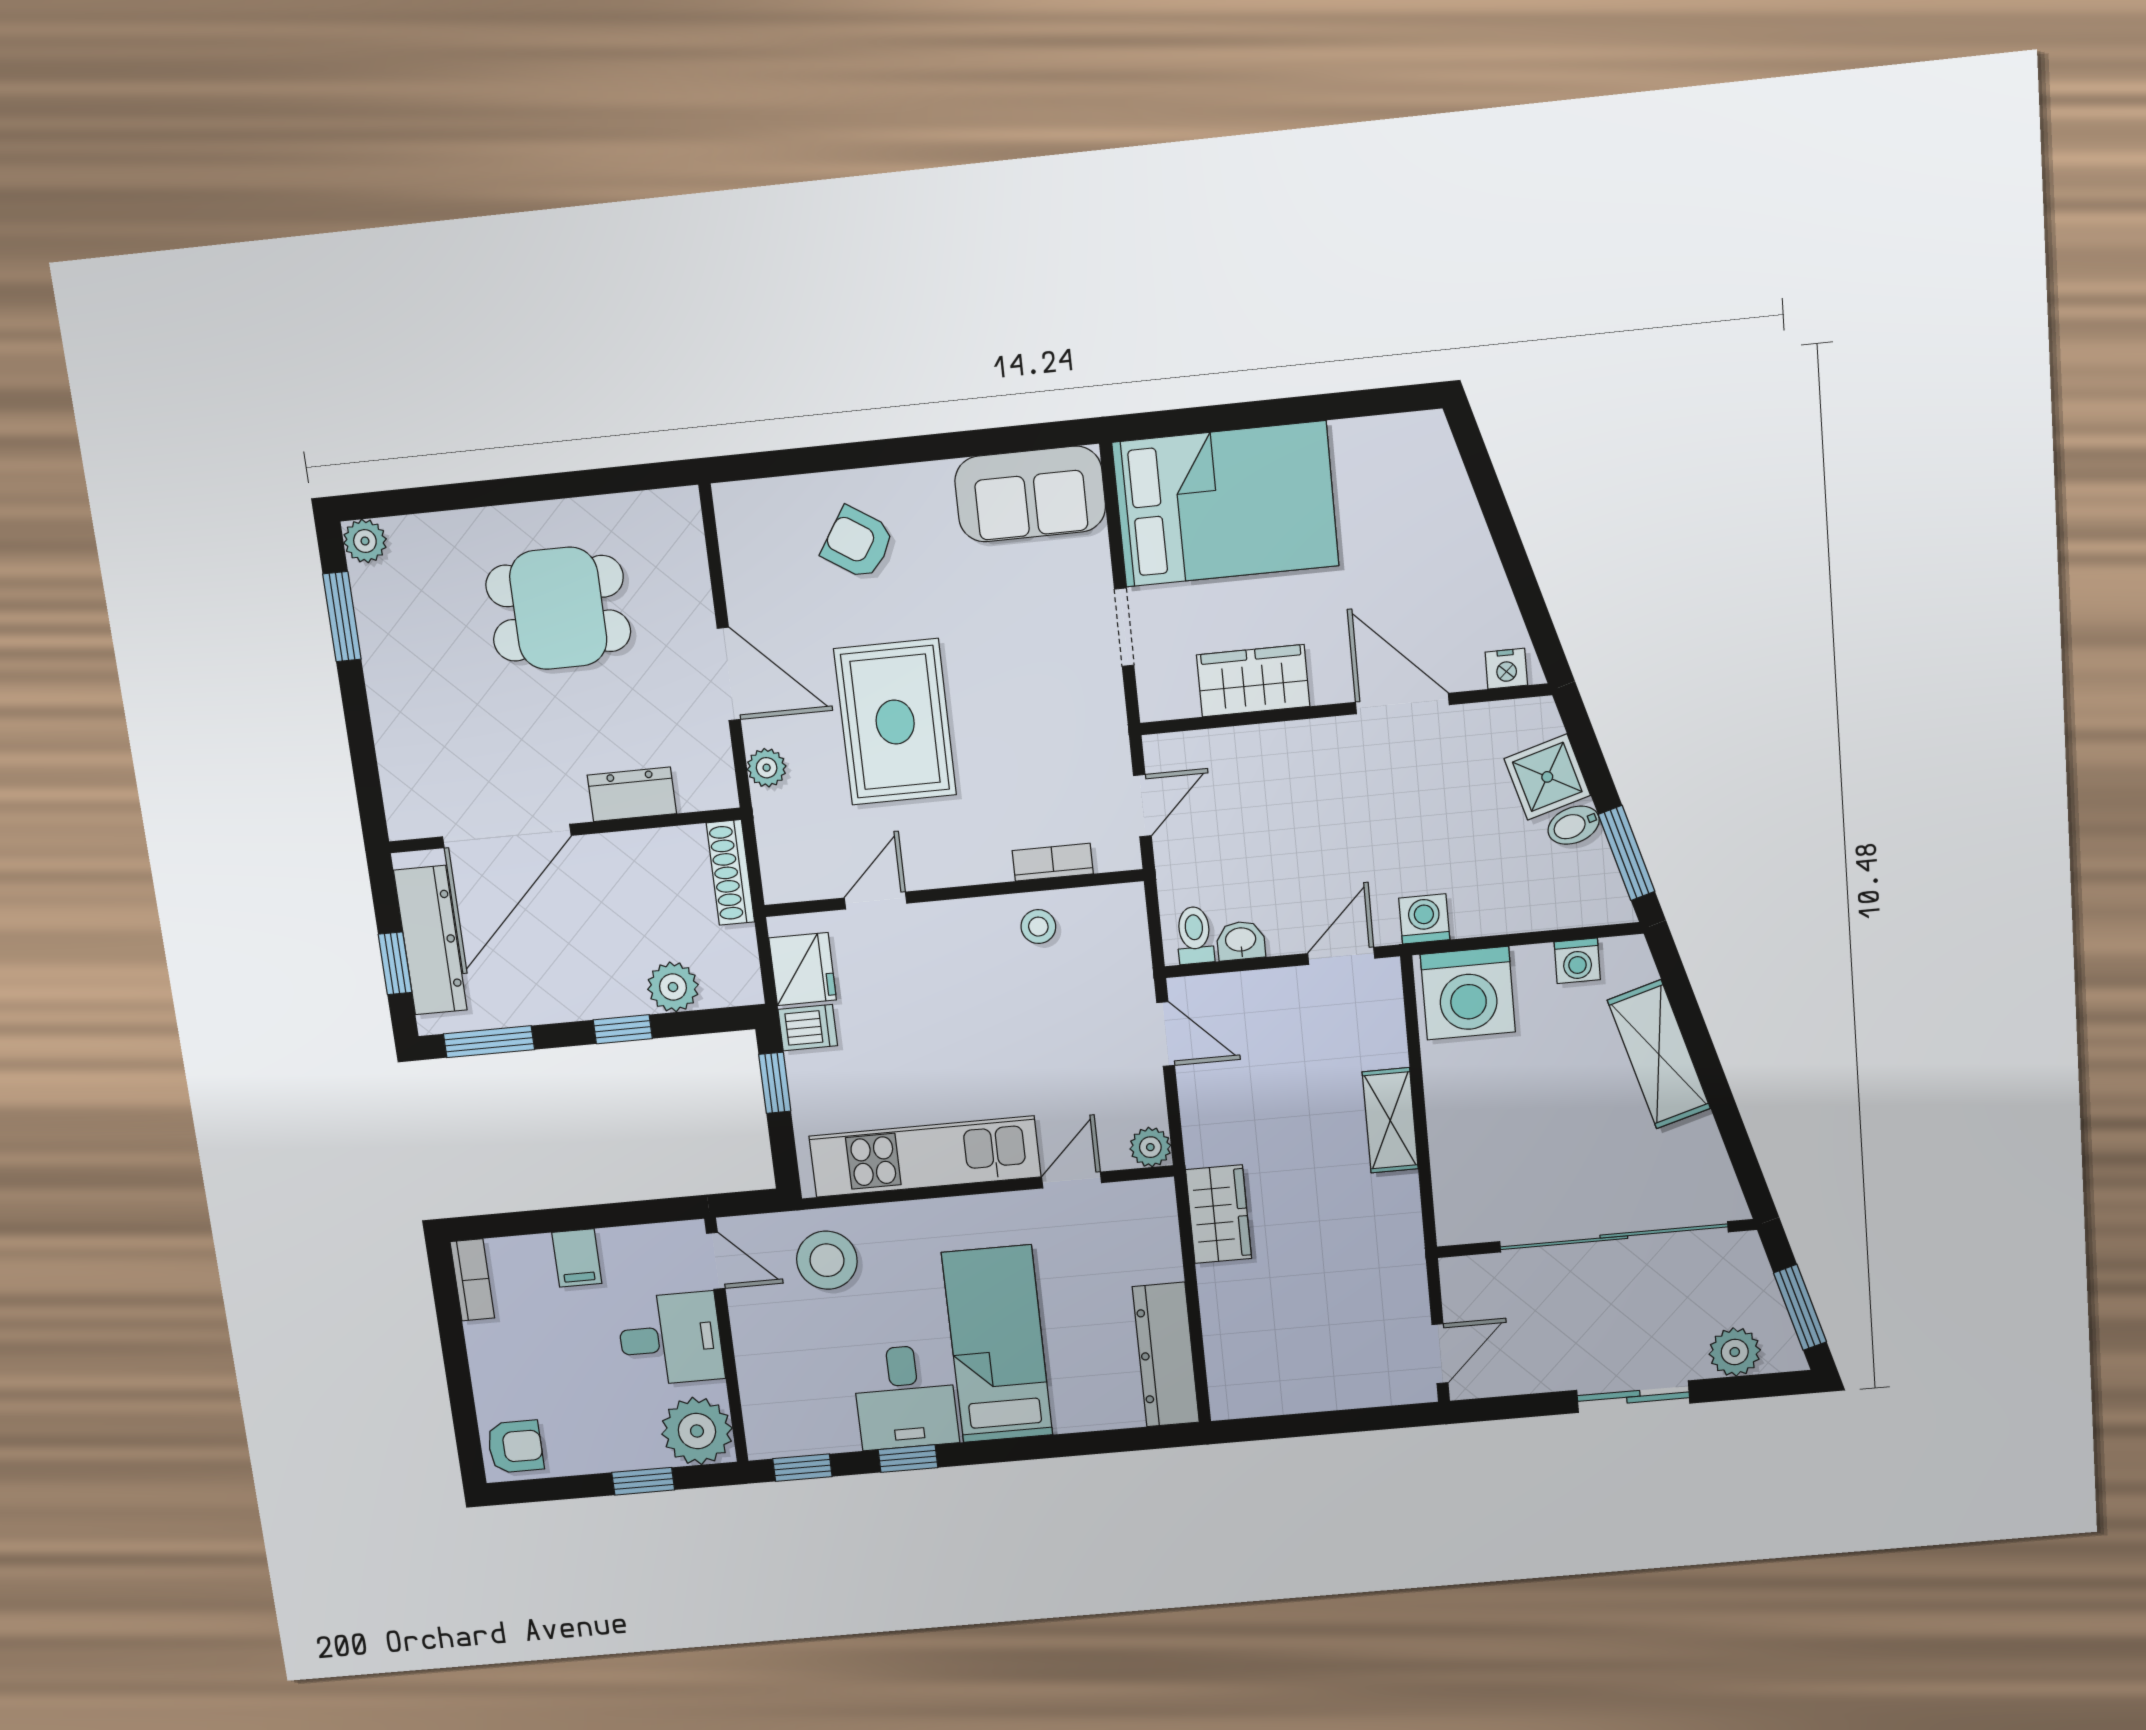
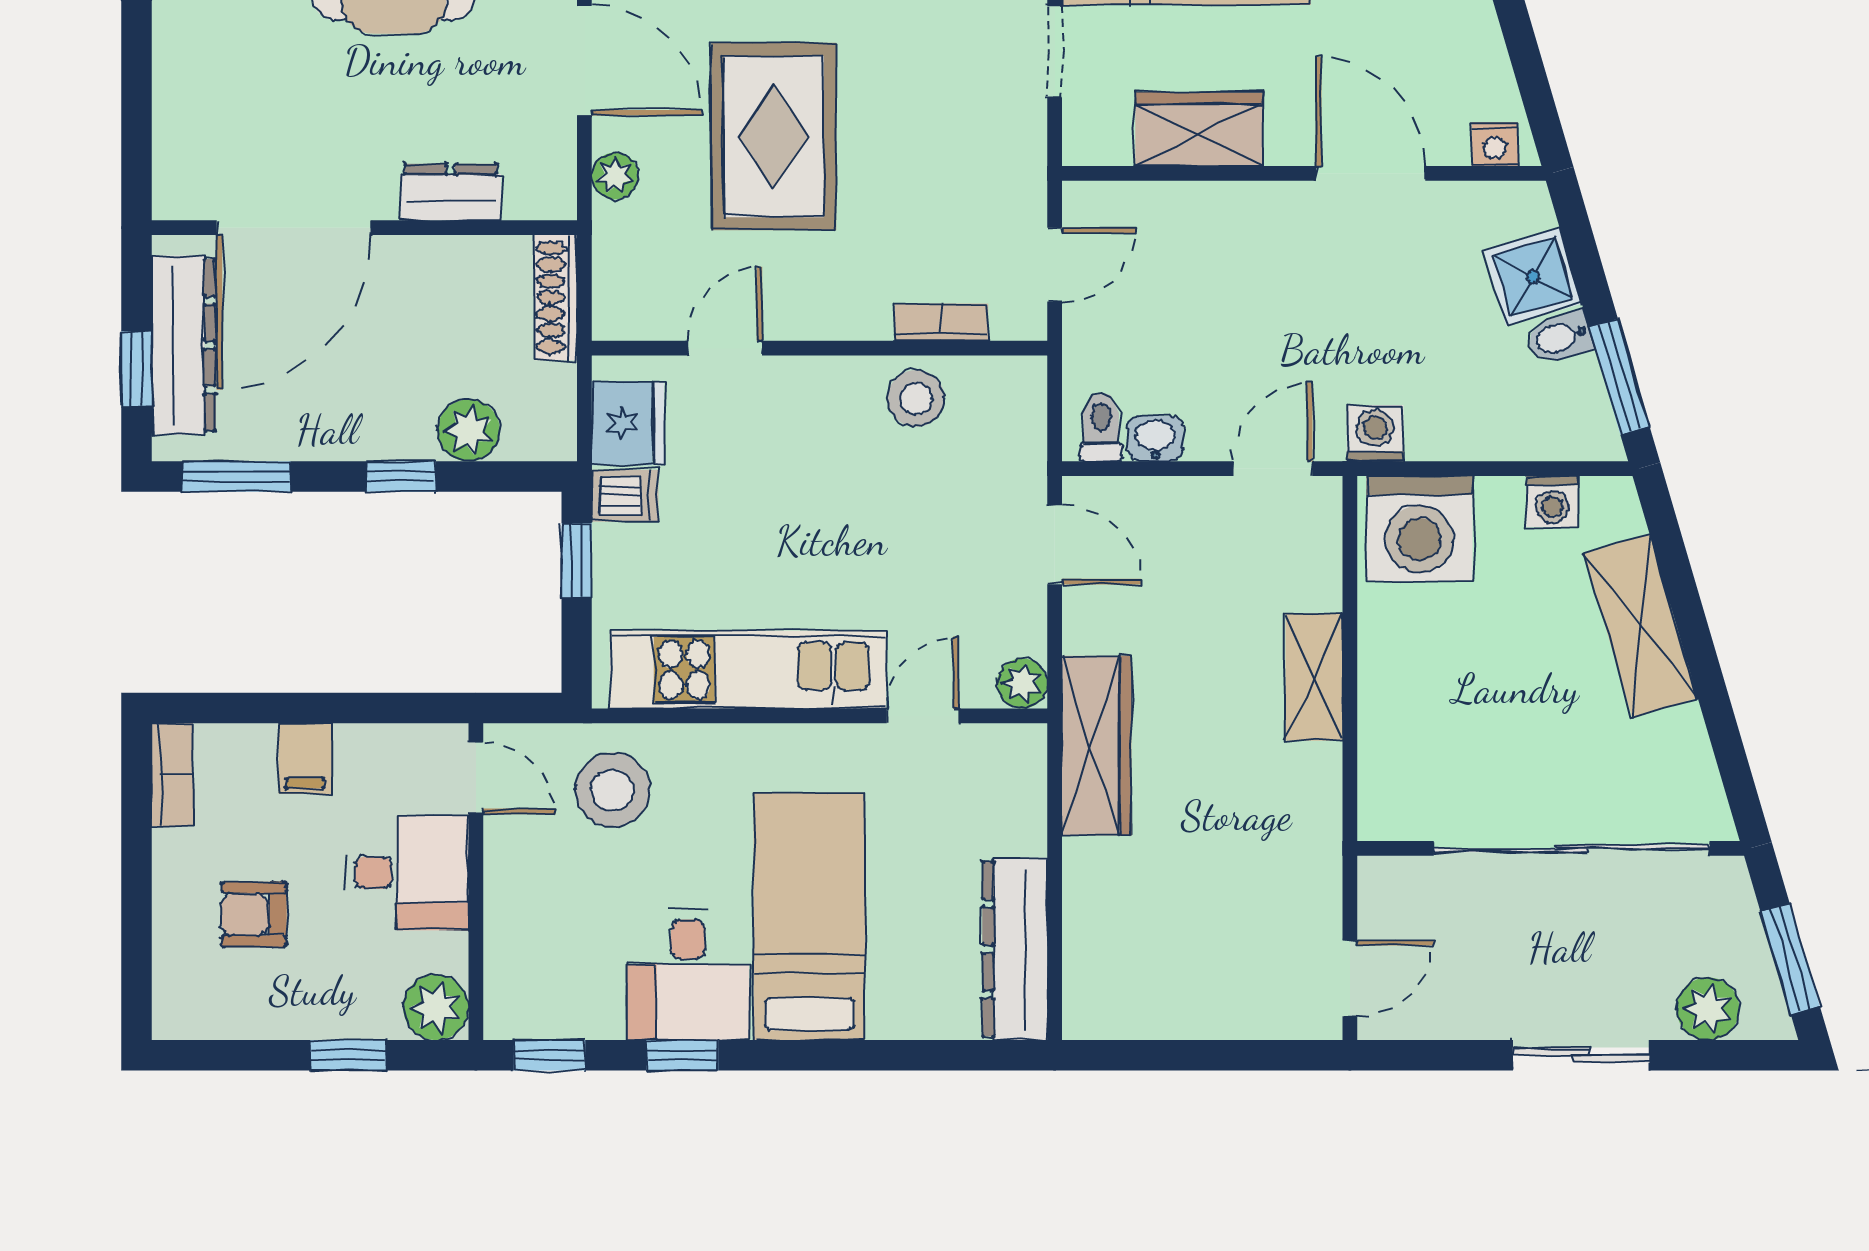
stool: (1038, 927) -> (916, 398), width x1.37, depth x1.37
wardrobe: (1219, 1214) -> (1097, 746), width x1.50
plant: (697, 1431) -> (436, 1007), width x0.73, depth x0.73
armchair: (515, 1447) -> (254, 914), moved, turned 180

